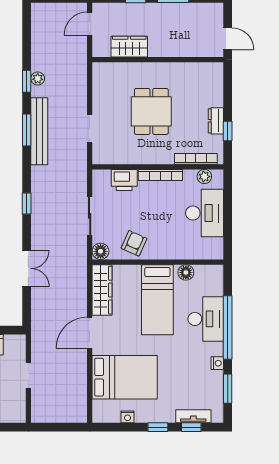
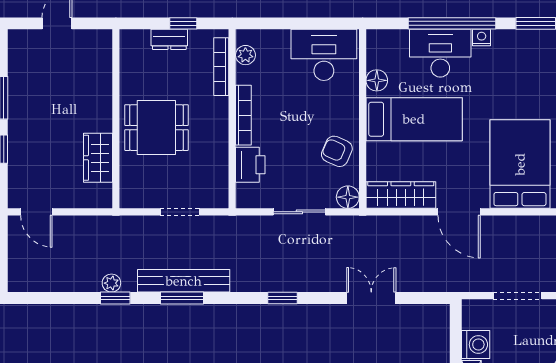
wardrobe: (129, 47) -> (98, 158), moved
wall: (158, 60) -> (116, 119), moved
desk: (204, 213) -> (324, 55), moved
nightstand: (217, 363) -> (482, 38), moved
doorway: (28, 375) -> (518, 296), width x1.38

